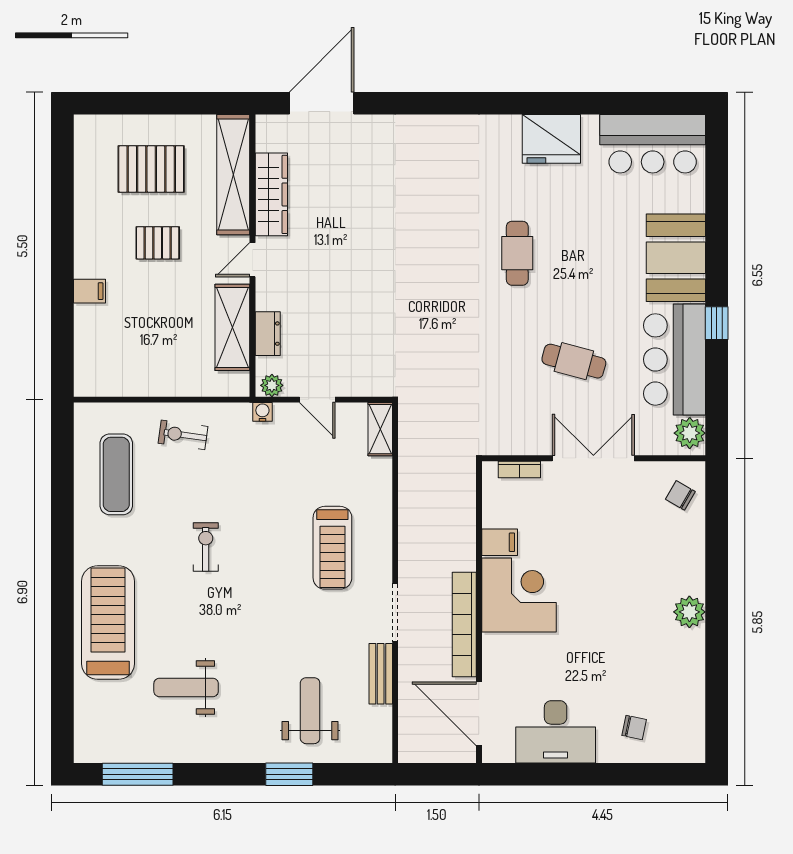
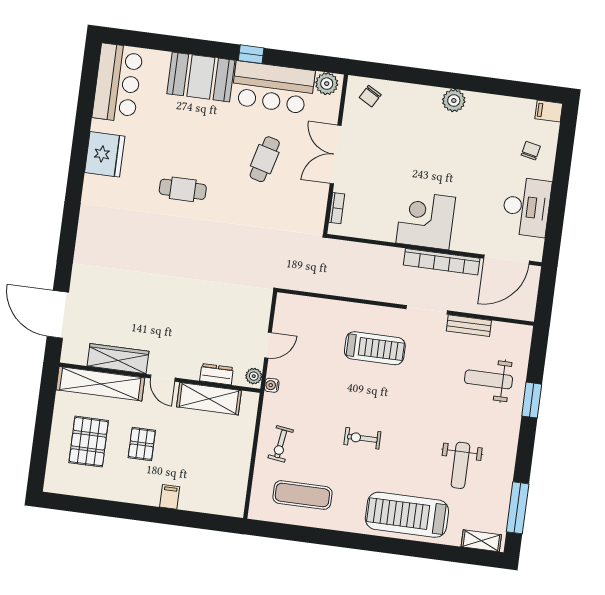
shelving: (380, 429) -> (481, 541), moved
filing cabinet: (500, 542) -> (549, 111), moved, turned -90

